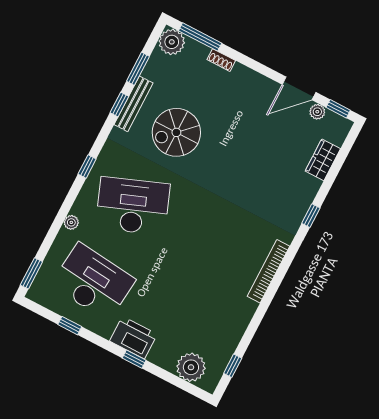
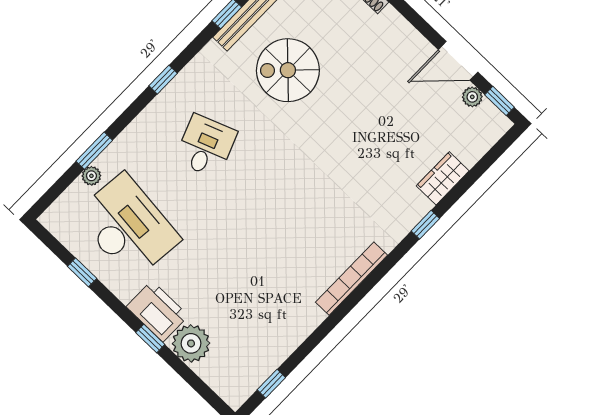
wardrobe: (323, 160) -> (443, 178), moved
desk: (133, 206) -> (206, 146), width x0.53, depth x0.77
plant: (71, 222) -> (91, 176), moved
window: (31, 273) -> (94, 151), moved
plant: (191, 367) -> (191, 343), moved

